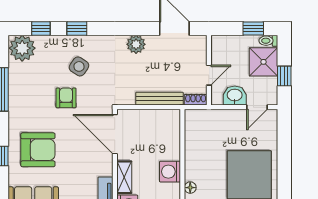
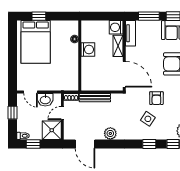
shower: (263, 62) -> (52, 130), moved
door: (257, 107) -> (31, 92), swing flipped

